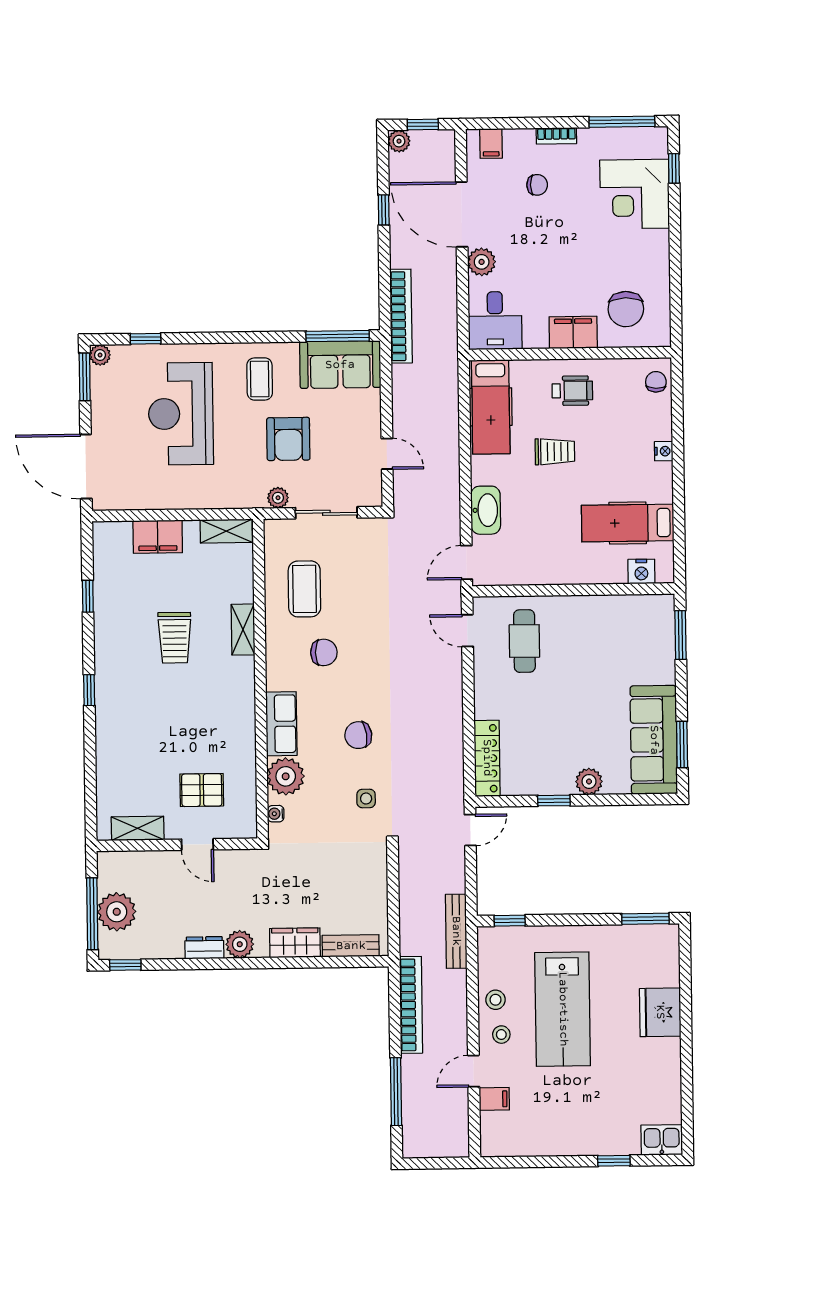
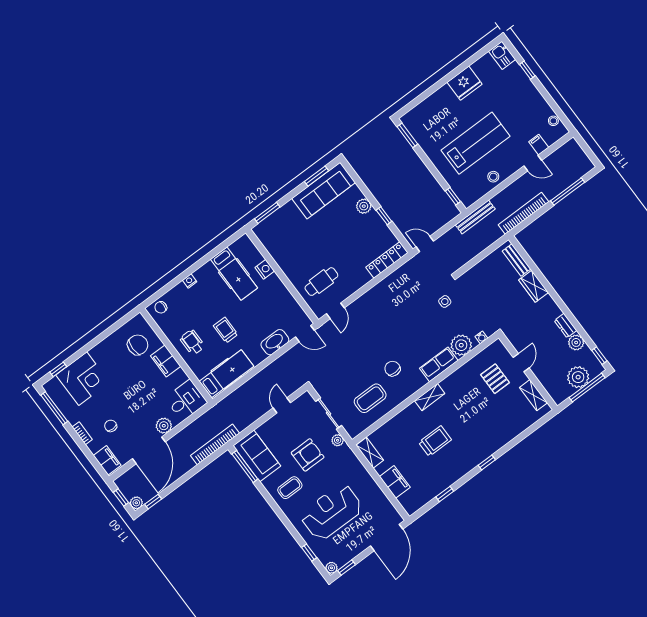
filing cabinet: (491, 144) -> (107, 460), width x2.00
window: (384, 210) -> (153, 502), moved
window: (85, 377) -> (346, 568), width x0.67
reception desk: (181, 414) -> (332, 512), turned 180
nightstand: (641, 572) -> (265, 269), moved
shelving: (243, 630) -> (430, 397), moved
chair: (358, 735) -> (419, 326), removed
plant: (240, 944) -> (576, 342), moved
fridge: (660, 1012) -> (465, 83), moved
stool: (501, 1035) -> (553, 121), moved

